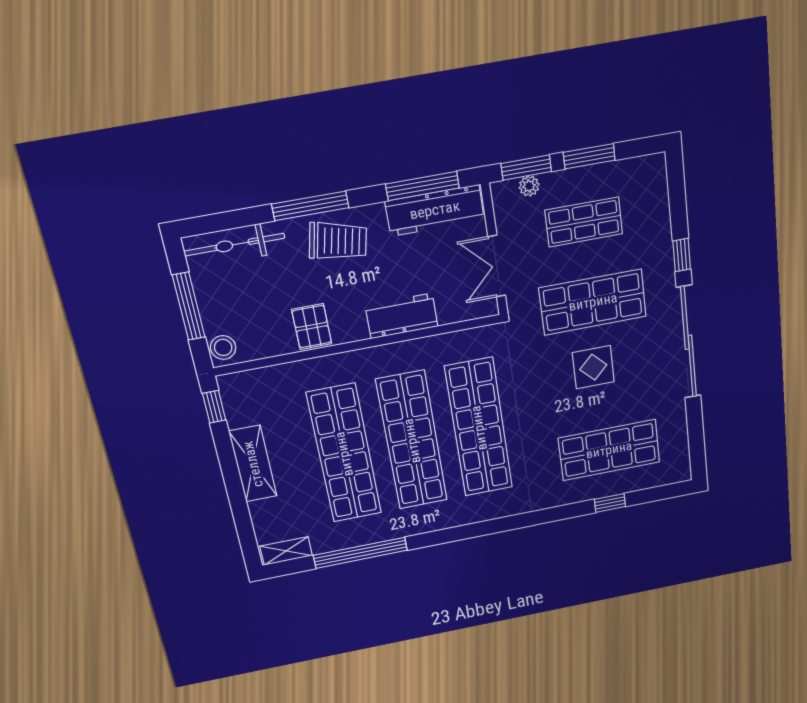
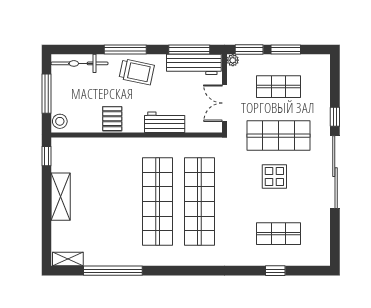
plant: (529, 186) -> (233, 60), moved
shop shelf: (609, 450) -> (278, 234), width x0.70, depth x0.74
shop shelf: (344, 454) -> (116, 202), removed

